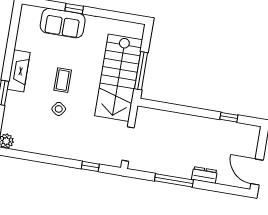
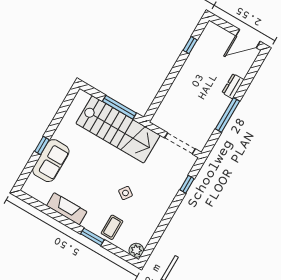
fireplace: (19, 71) -> (67, 209), moved
coffee table: (63, 80) -> (112, 227), moved, turned 90

